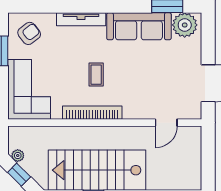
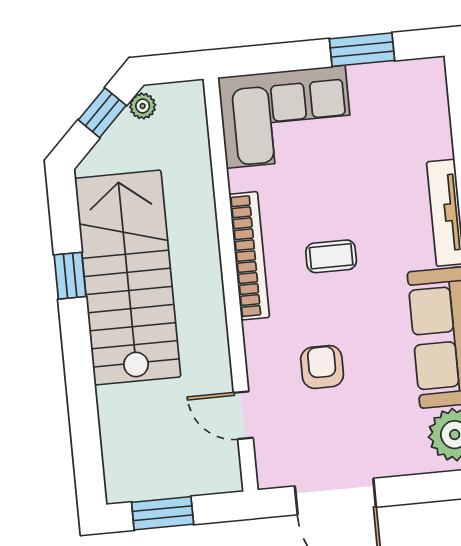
armchair: (29, 33) -> (322, 367), moved, turned -142
window: (208, 164) -> (163, 513), added

